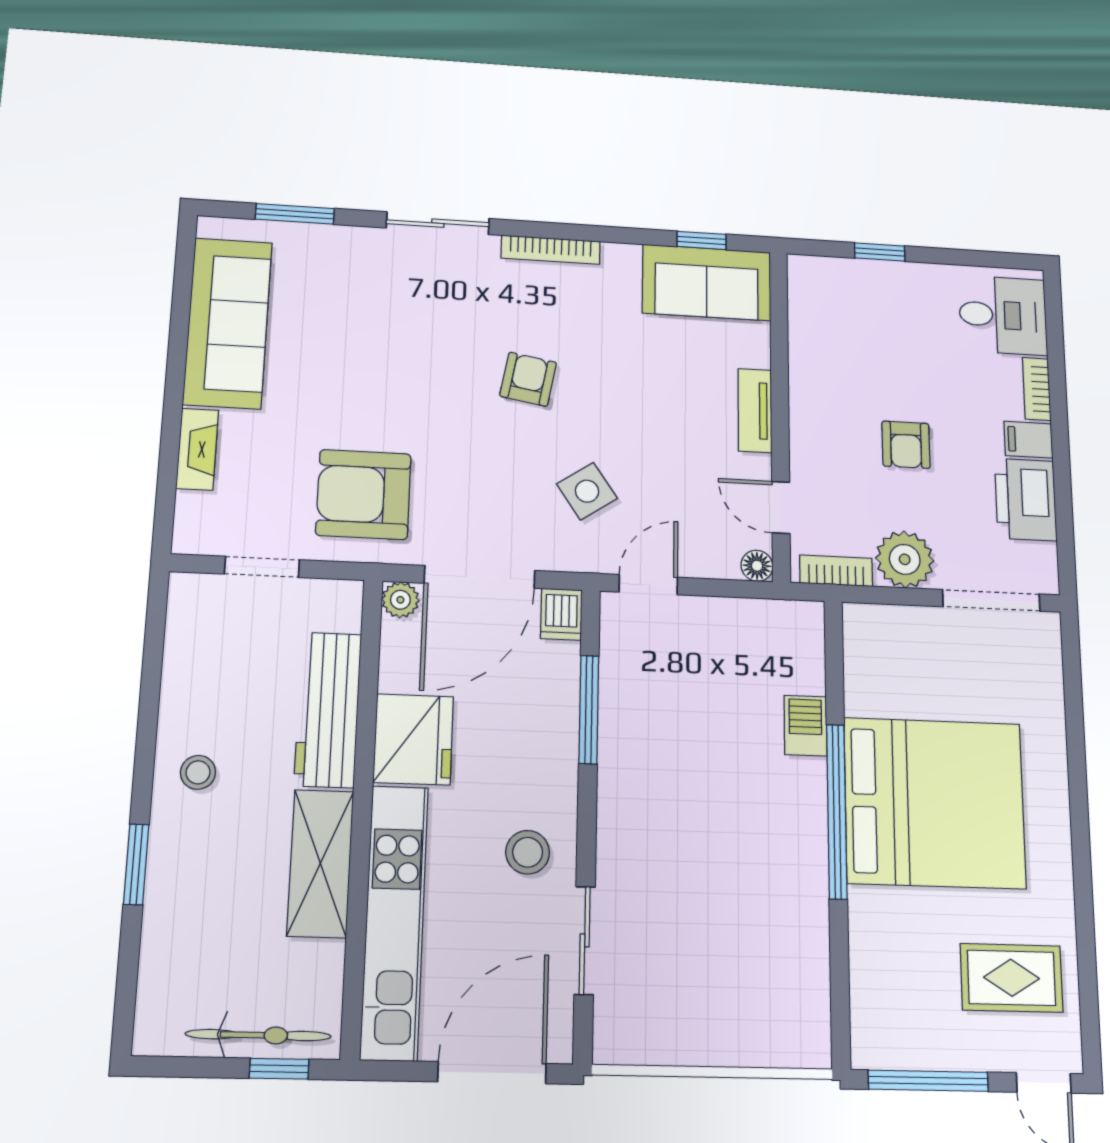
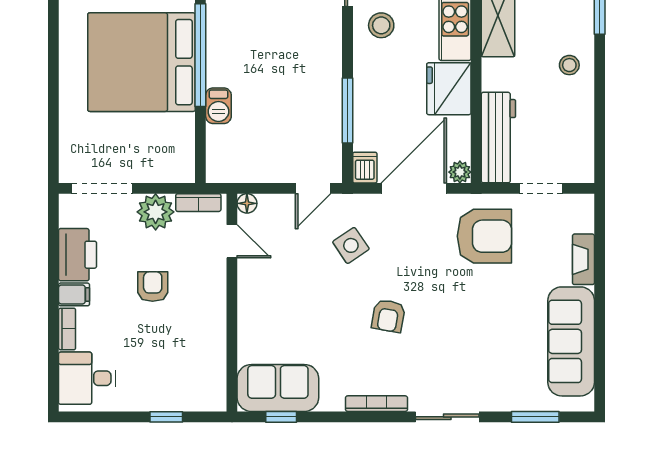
tv unit: (755, 411) -> (248, 304), removed
workbench: (328, 709) -> (498, 138), moved

